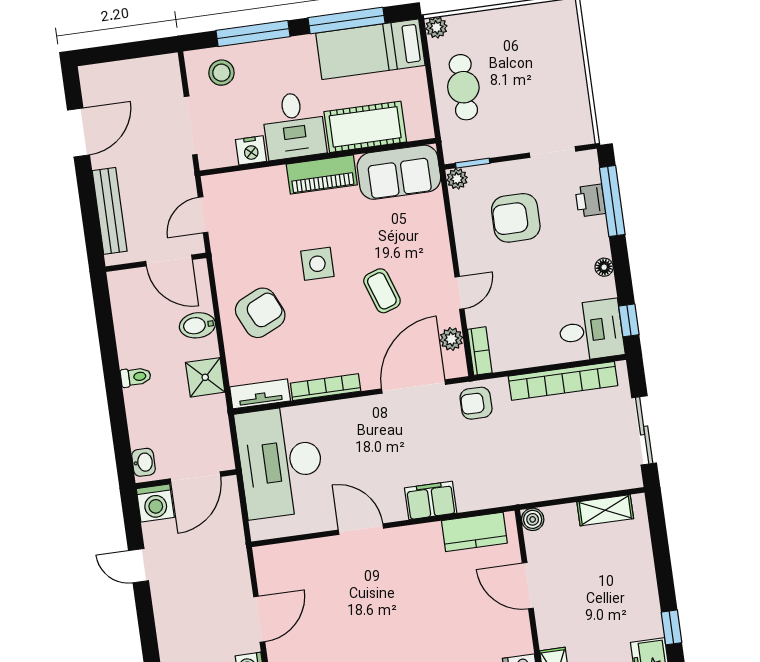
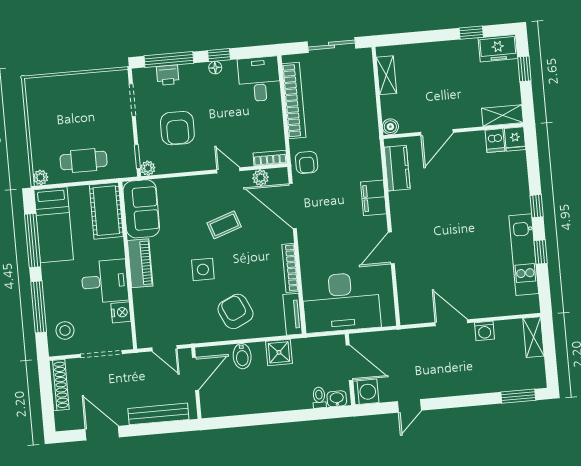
shoe rack: (144, 68) -> (59, 385), added
cot: (365, 127) -> (106, 211), moved
window: (629, 320) -> (219, 55), moved
toilet: (136, 377) -> (319, 398), moved

